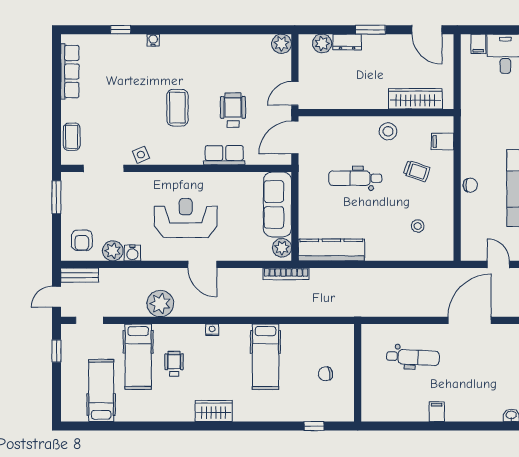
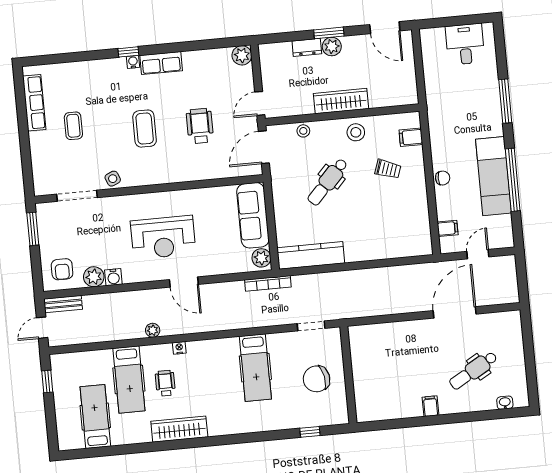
window: (121, 30) -> (128, 52), moved
water cooler: (153, 40) -> (133, 62), moved
plant: (322, 43) -> (332, 47), moved
filing cabinet: (478, 44) -> (448, 228), moved, turned -90
wardrobe: (415, 99) -> (341, 101), moved
coffee table: (72, 137) -> (73, 126), moved
row of seats: (224, 155) -> (161, 63), moved, turned 180
dental chair: (355, 178) -> (328, 182), turned -47
reception desk: (186, 218) -> (163, 237), turned 180
stool: (418, 226) -> (303, 131), moved
door: (498, 264) -> (478, 254), hinge flipped
plant: (160, 304) -> (153, 330), width x0.53, depth x0.53
doorway: (90, 320) -> (311, 326), moved
nightstand: (212, 330) -> (179, 348), moved
dental chair: (413, 357) -> (473, 371), moved, turned 147
chair: (326, 374) -> (317, 379), width x1.87, depth x1.87
wardrobe: (214, 411) -> (179, 429), moved, width x1.50

